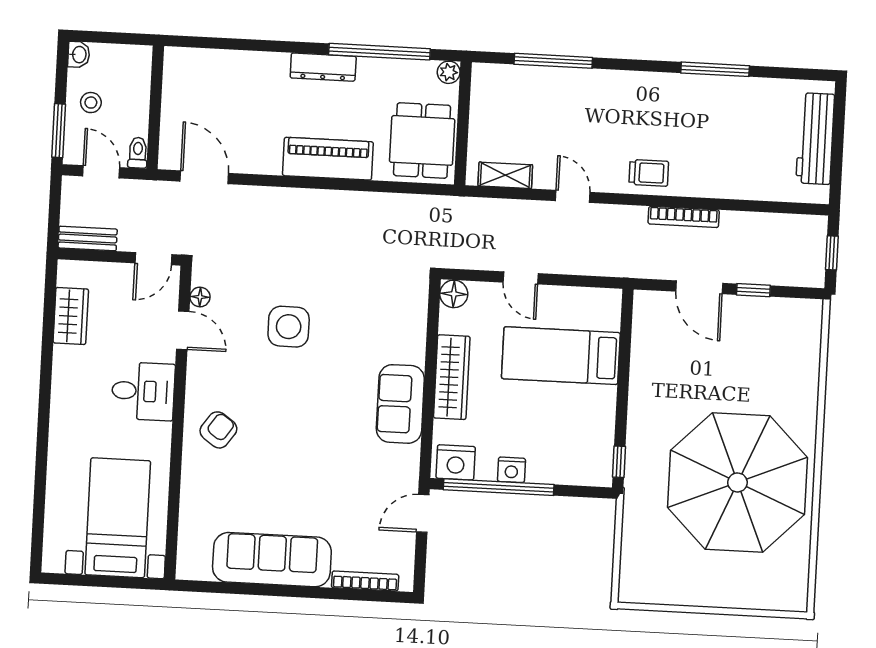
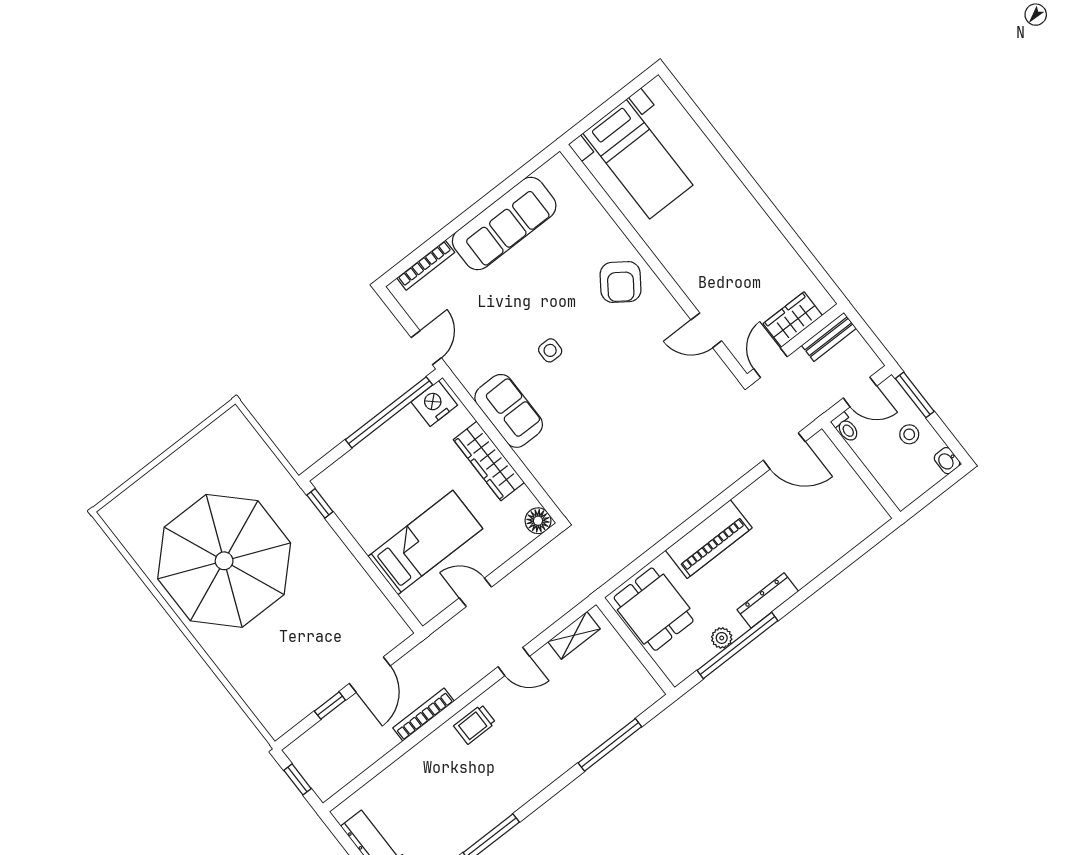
plant: (449, 72) -> (722, 638), moved
door: (521, 278) -> (475, 592), moved
door: (699, 287) -> (370, 675), swing flipped
floor lamp: (200, 297) -> (714, 364), removed
wardrobe: (71, 316) -> (793, 320), moved, turned 90
side table: (289, 327) -> (550, 350), moved, width x0.54, depth x0.54
desk: (143, 391) -> (697, 263), removed
armchair: (218, 430) -> (621, 282), width x1.38, depth x1.38
nightstand: (511, 470) -> (391, 432), removed

